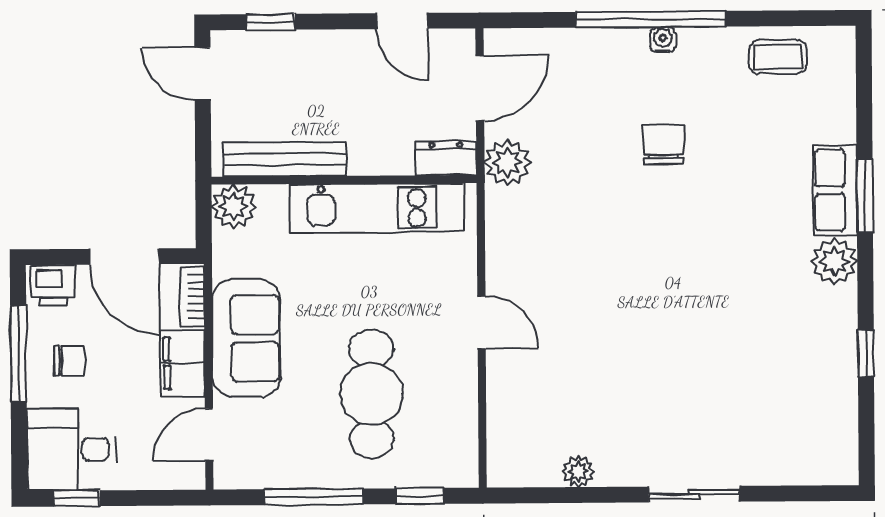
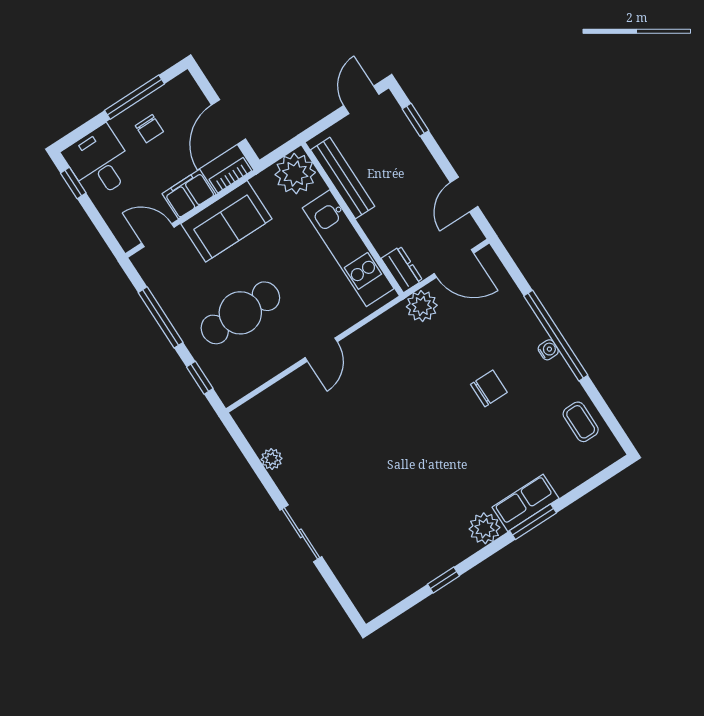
plant: (234, 207) -> (295, 174), width x1.36, depth x1.36
printer: (53, 285) -> (186, 92), removed

